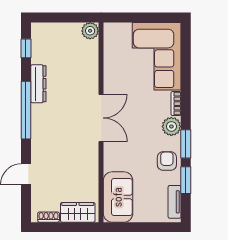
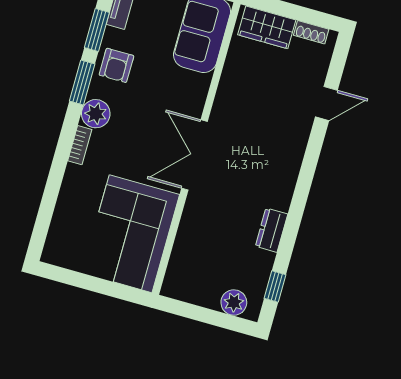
plant: (90, 31) -> (234, 302), moved
corner sofa: (157, 56) -> (131, 234), moved, turned 180
dresser: (38, 84) -> (272, 230), width x0.70
window: (26, 110) -> (300, 197), removed

